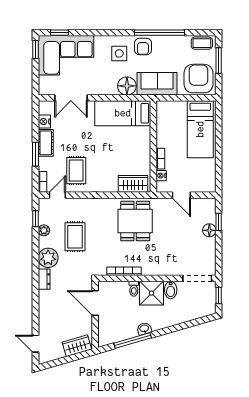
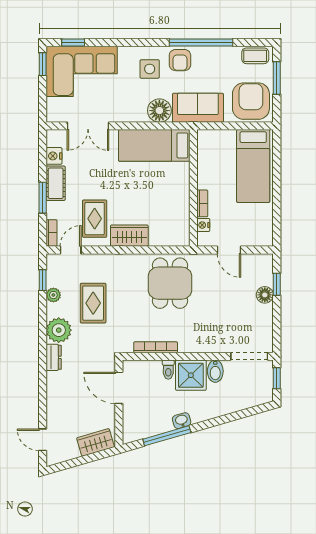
wardrobe: (133, 184) -> (129, 236), moved

